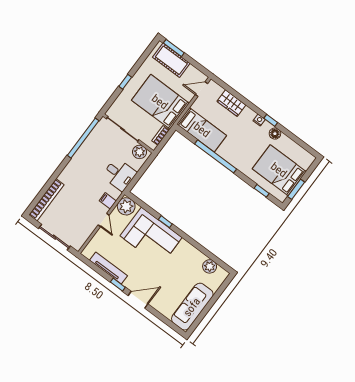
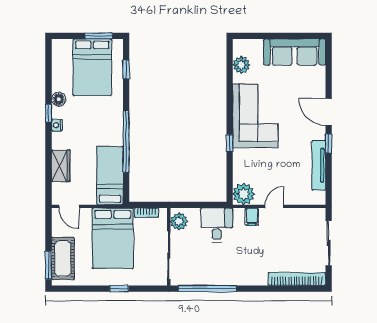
corner sofa: (151, 237) -> (255, 116), moved

